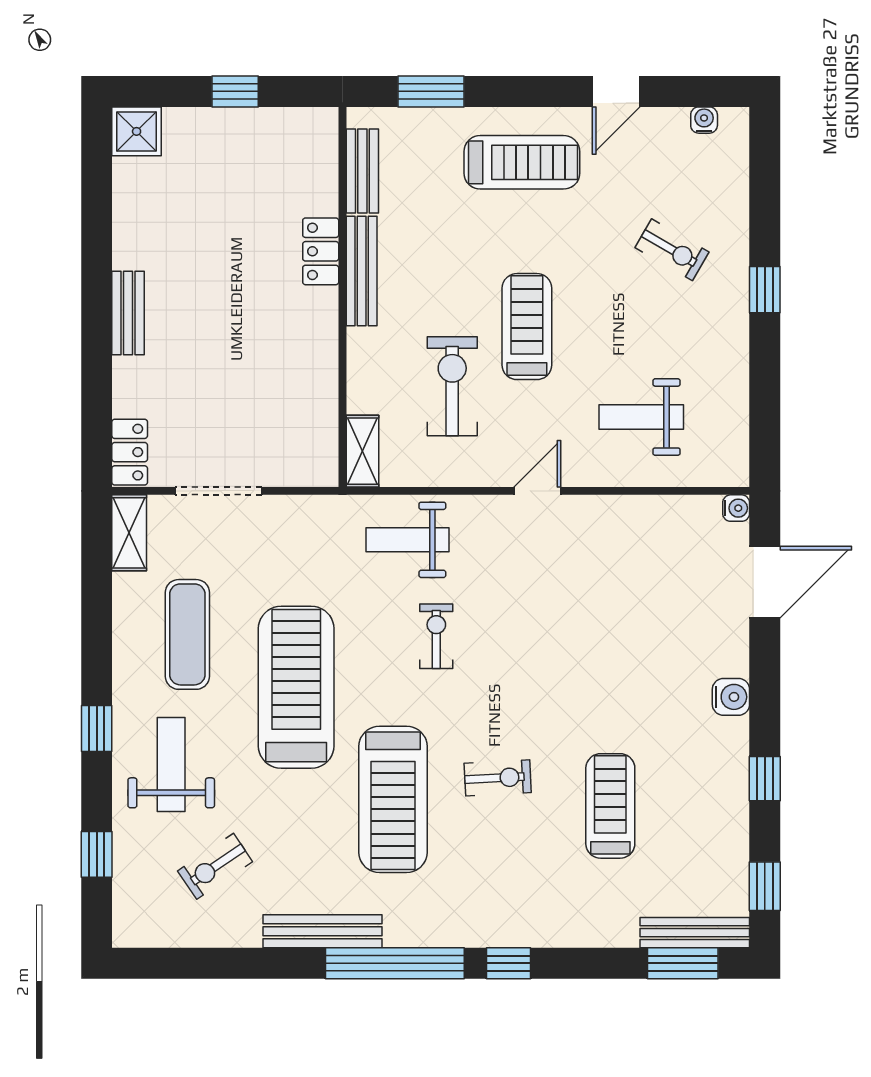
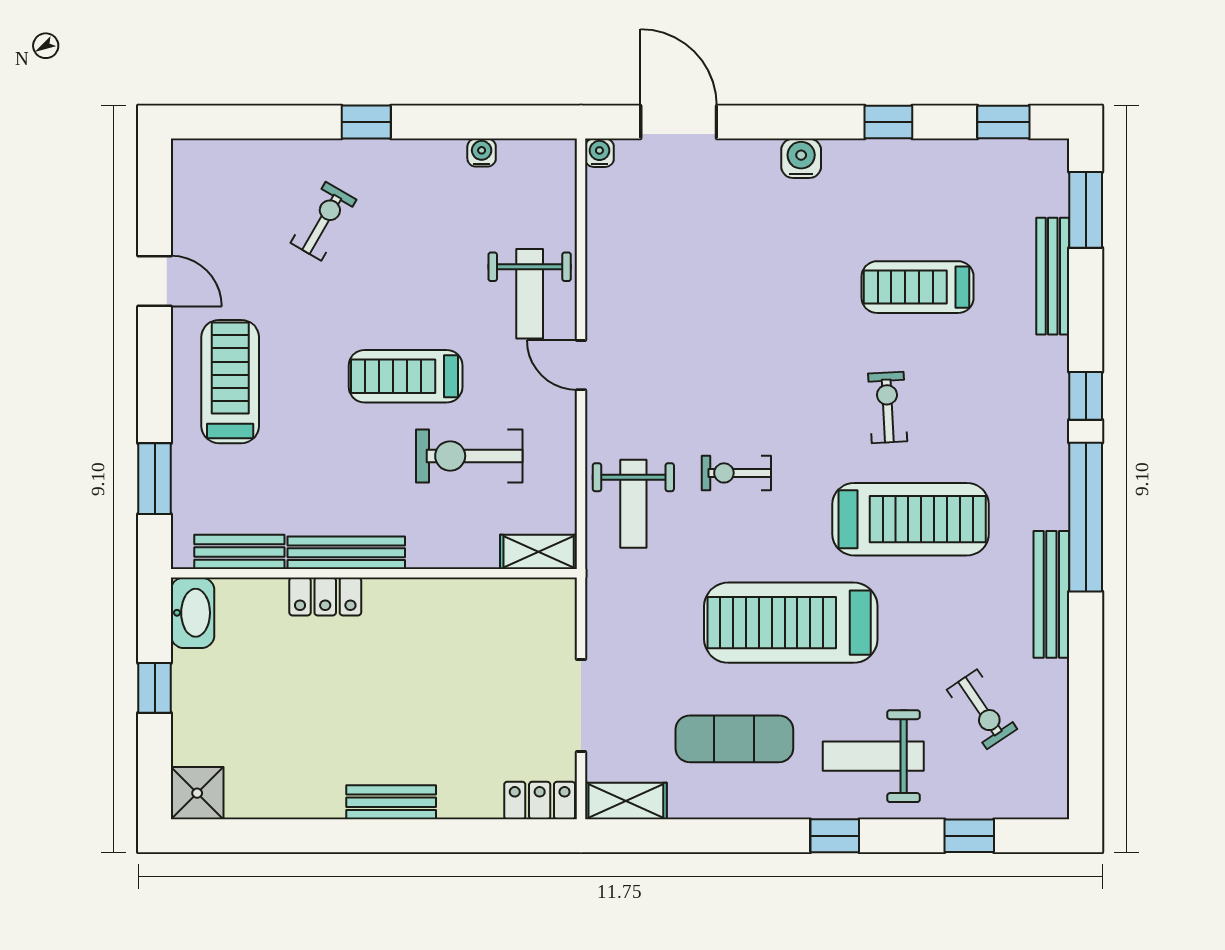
water cooler: (704, 120) -> (482, 153), moved, turned 90
washbasin: (305, 127) -> (193, 613), added
weight bench: (641, 417) -> (530, 294), moved
bench: (695, 933) -> (1053, 276), moved

